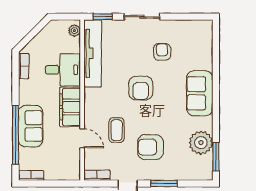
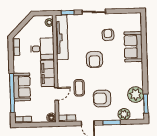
sofa: (200, 93) -> (133, 47), moved
door: (82, 138) -> (56, 94), hinge flipped
plant: (183, 172) -> (124, 114), added
floor lamp: (73, 174) -> (51, 118), added

